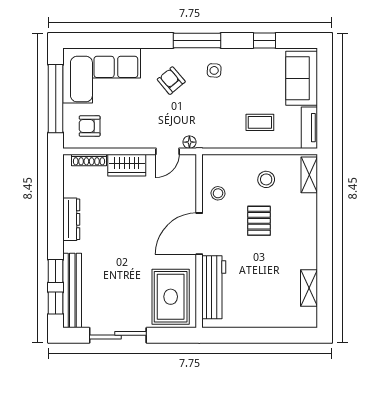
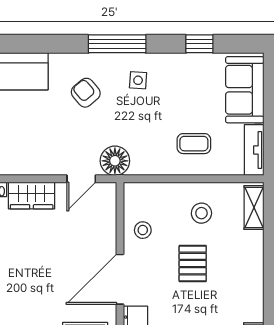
floor lamp: (189, 142) -> (115, 161), width x1.89, depth x1.89

